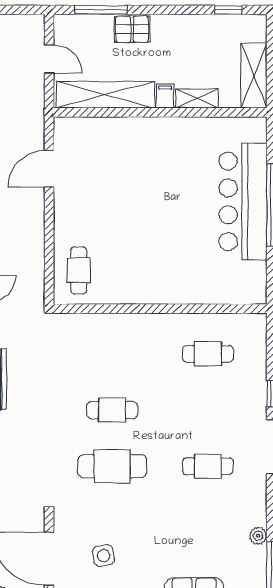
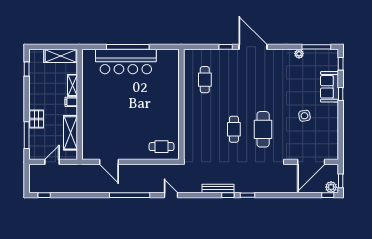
shelving: (105, 95) -> (71, 133), width x0.68
cafe table: (208, 466) -> (263, 80), removed
side table: (103, 556) -> (304, 116), moved

